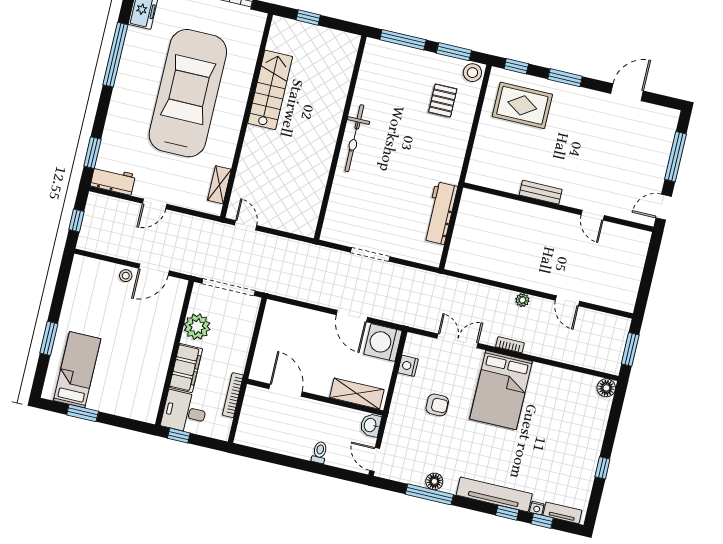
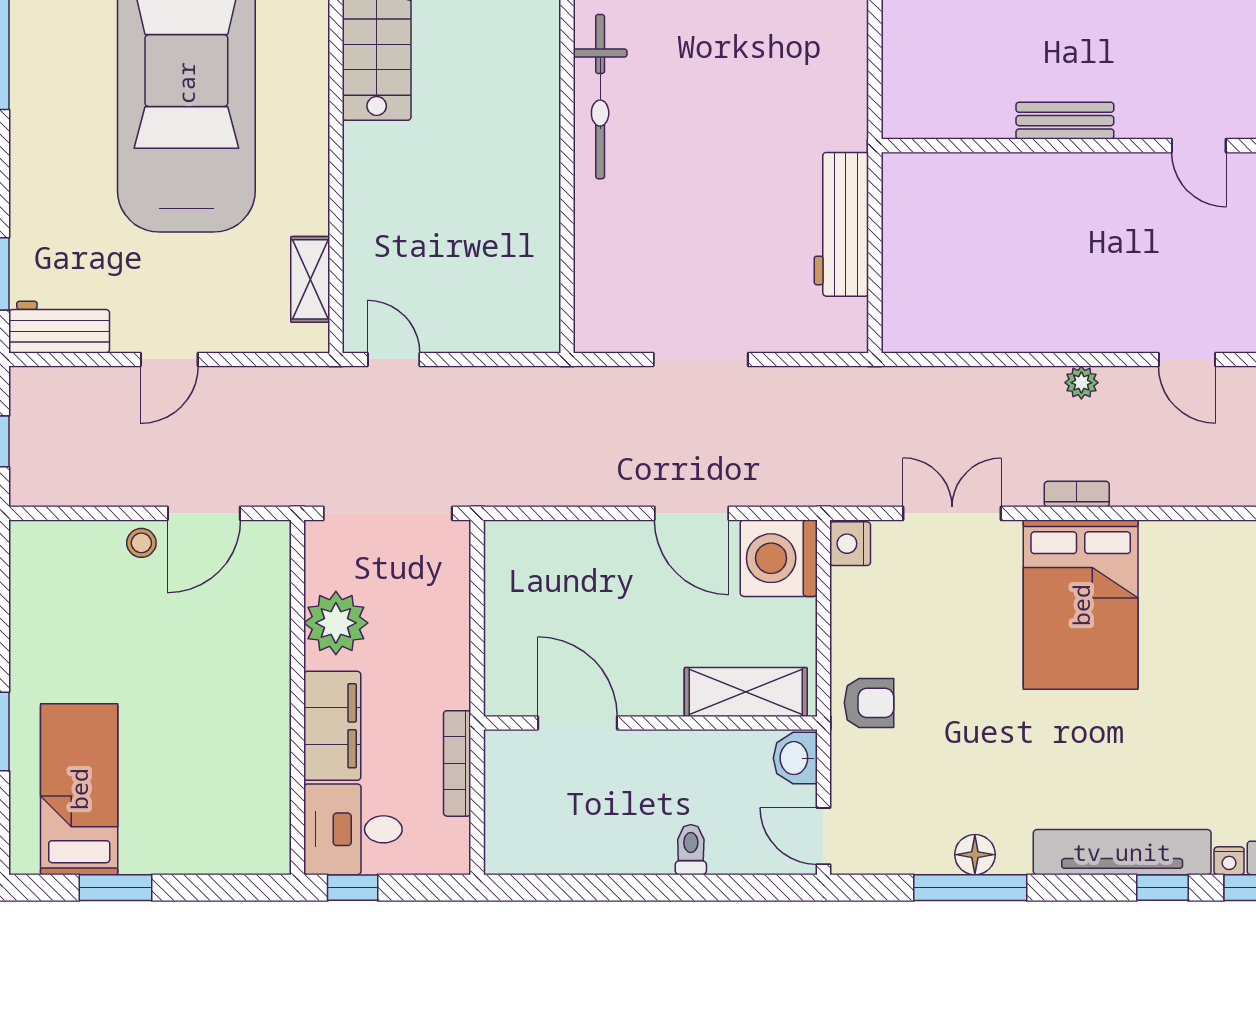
nightstand: (408, 366) -> (850, 544), moved
armchair: (437, 405) -> (869, 703), moved

